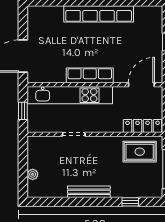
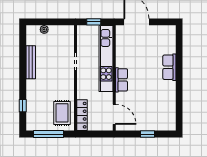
row of seats: (99, 14) -> (169, 67), width x0.50
row of seats: (90, 75) -> (121, 80), width x0.68
bench: (89, 192) -> (31, 62), moved

